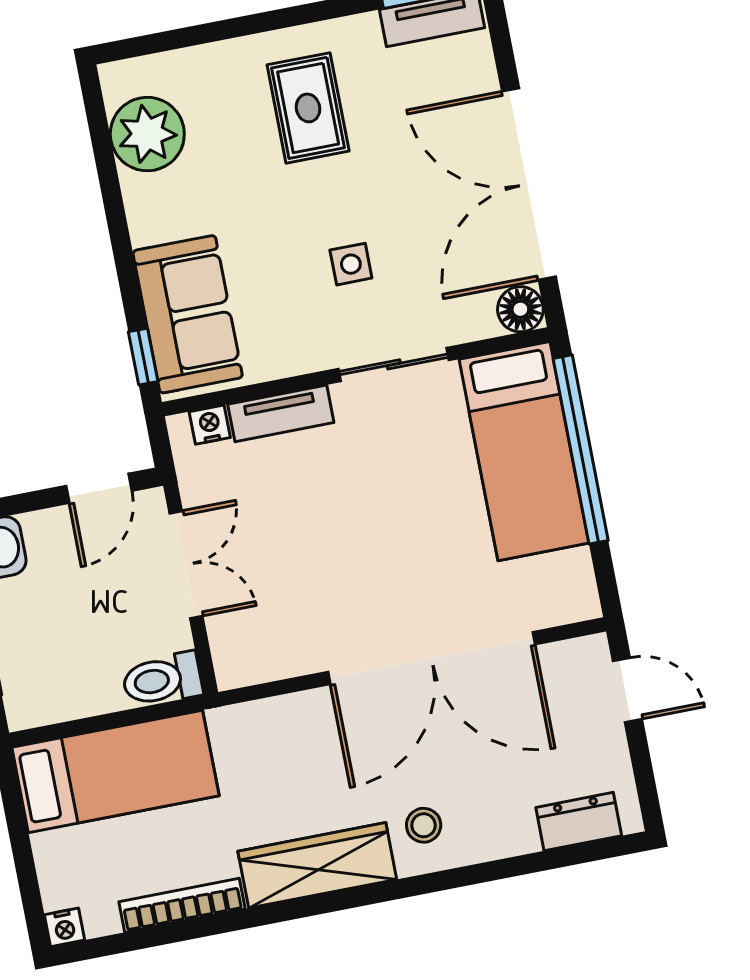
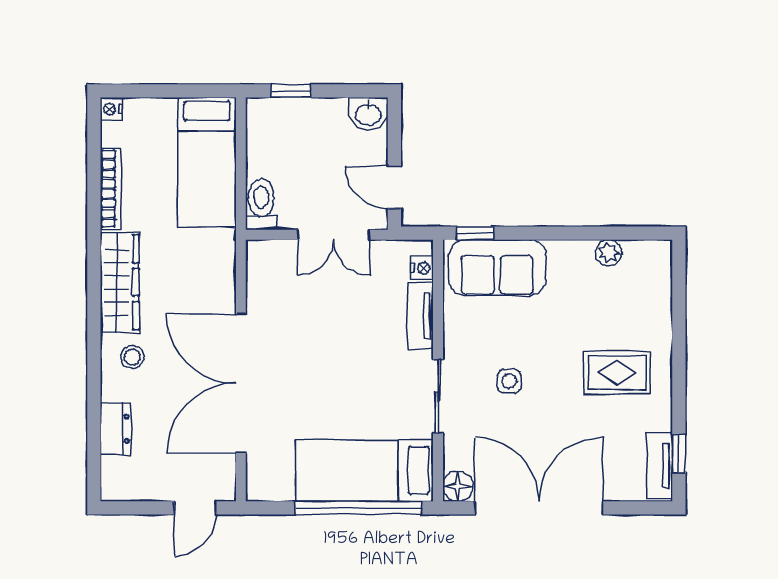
plant: (147, 134) -> (609, 253), width x0.53, depth x0.53
dresser: (579, 822) -> (115, 429), moved

